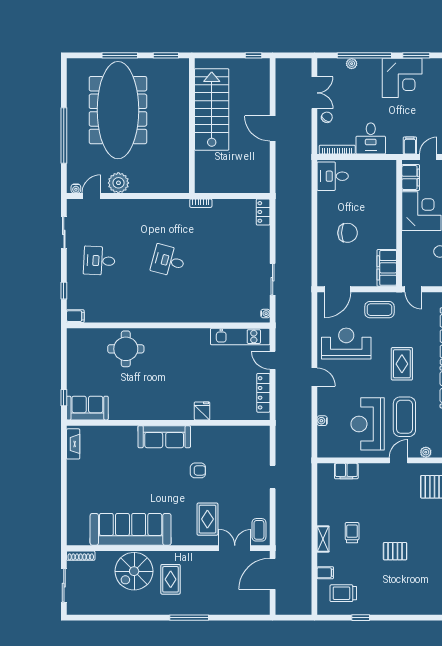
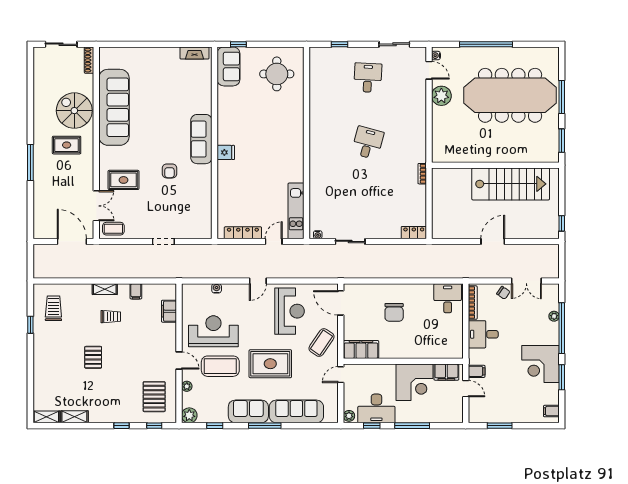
coffee table: (379, 310) -> (322, 343), turned 34
filing cabinet: (75, 316) -> (315, 55), removed
round table: (126, 349) -> (277, 74), moved
rug: (402, 364) -> (270, 364), width x1.36, depth x1.43
fridge: (202, 411) -> (226, 152), moved
filing cabinet: (325, 573) -> (136, 291), moved

